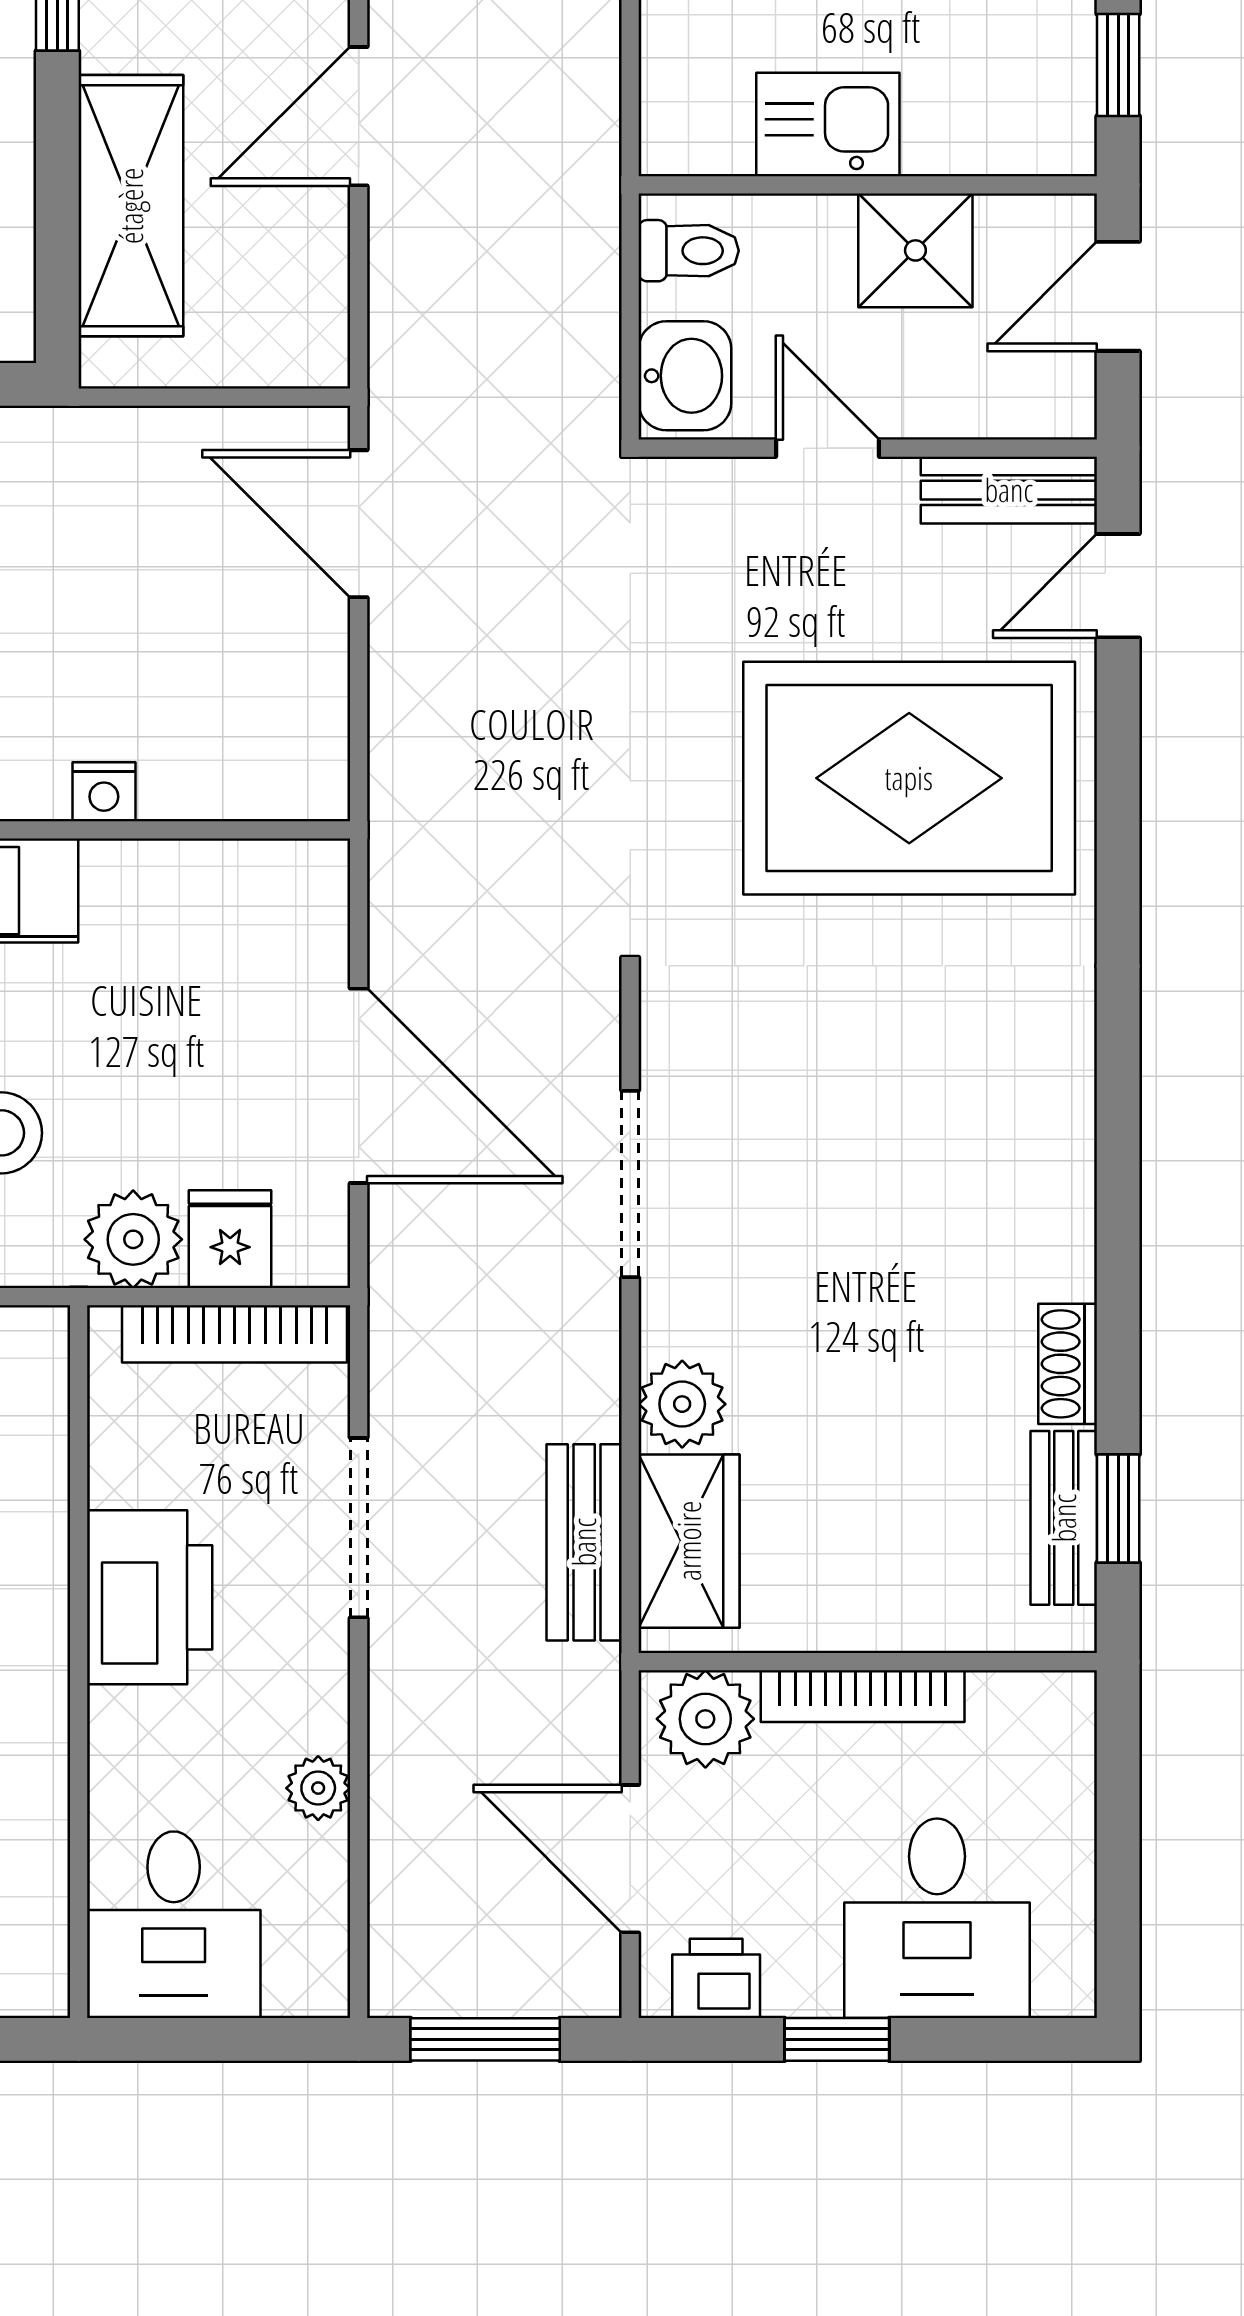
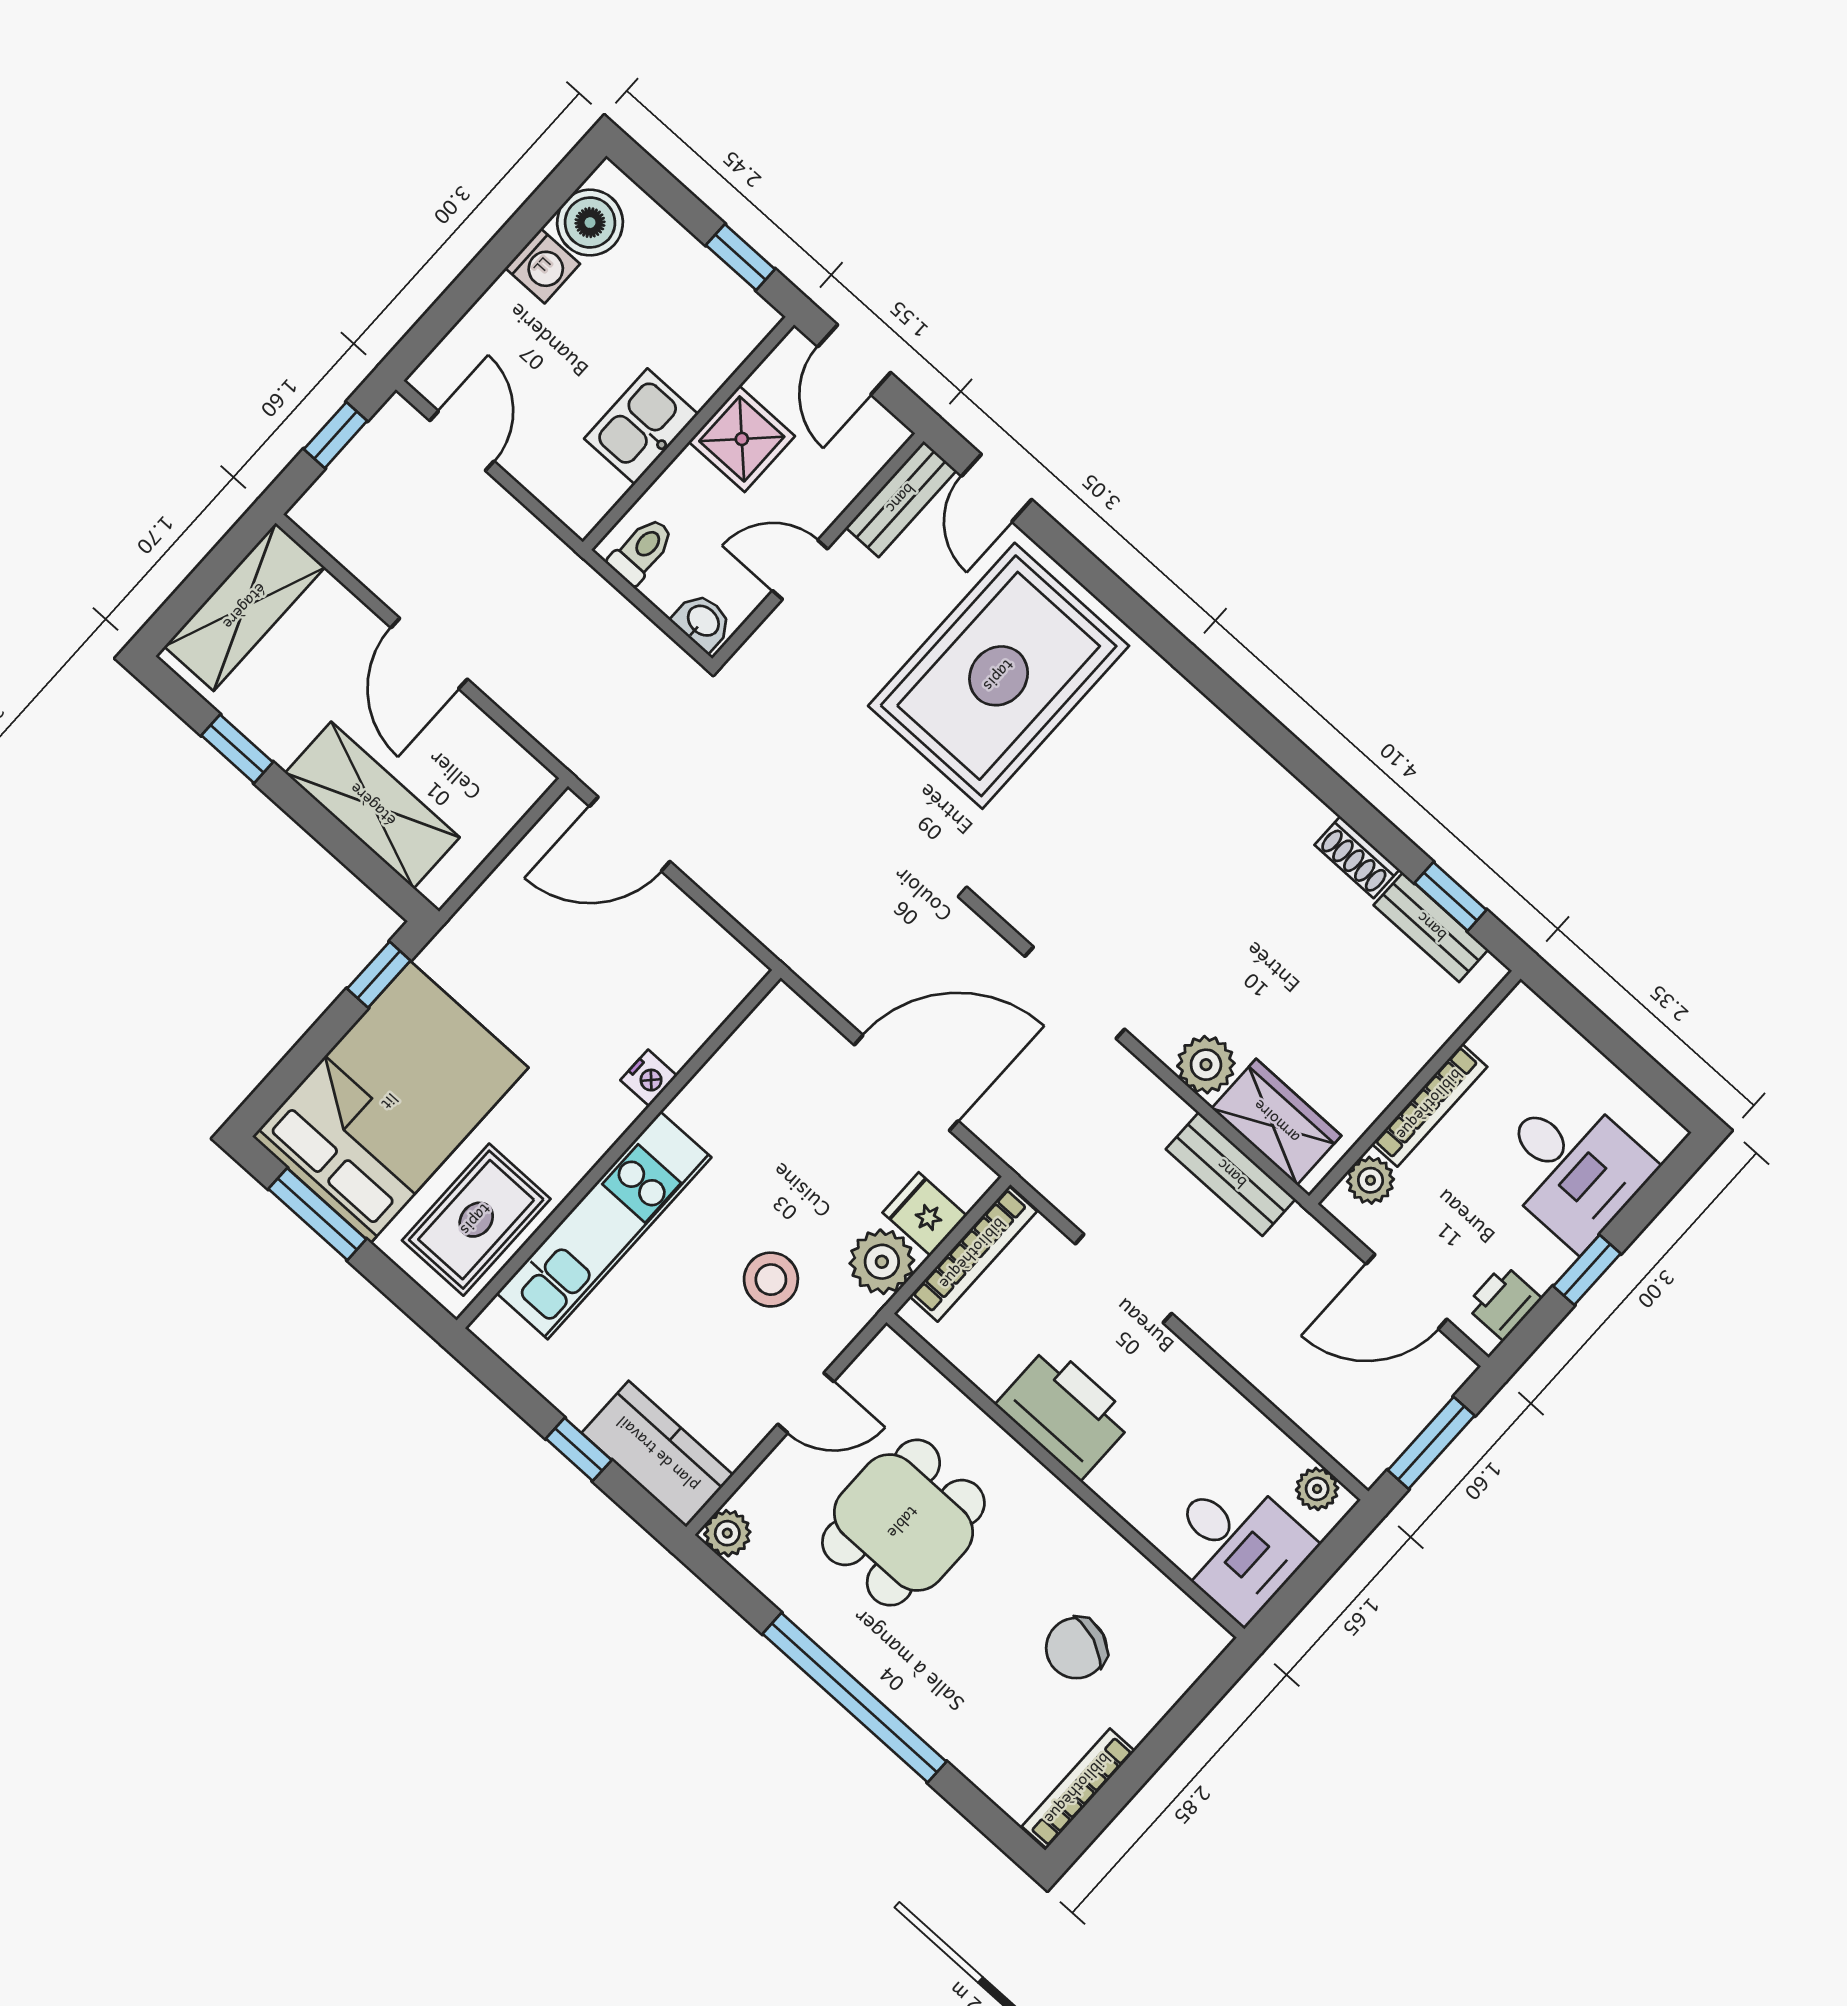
washbasin: (685, 376) -> (703, 622), width x0.72, depth x0.69
plant: (705, 1719) -> (1370, 1180), width x0.73, depth x0.73
plant: (318, 1788) -> (1317, 1489), moved

